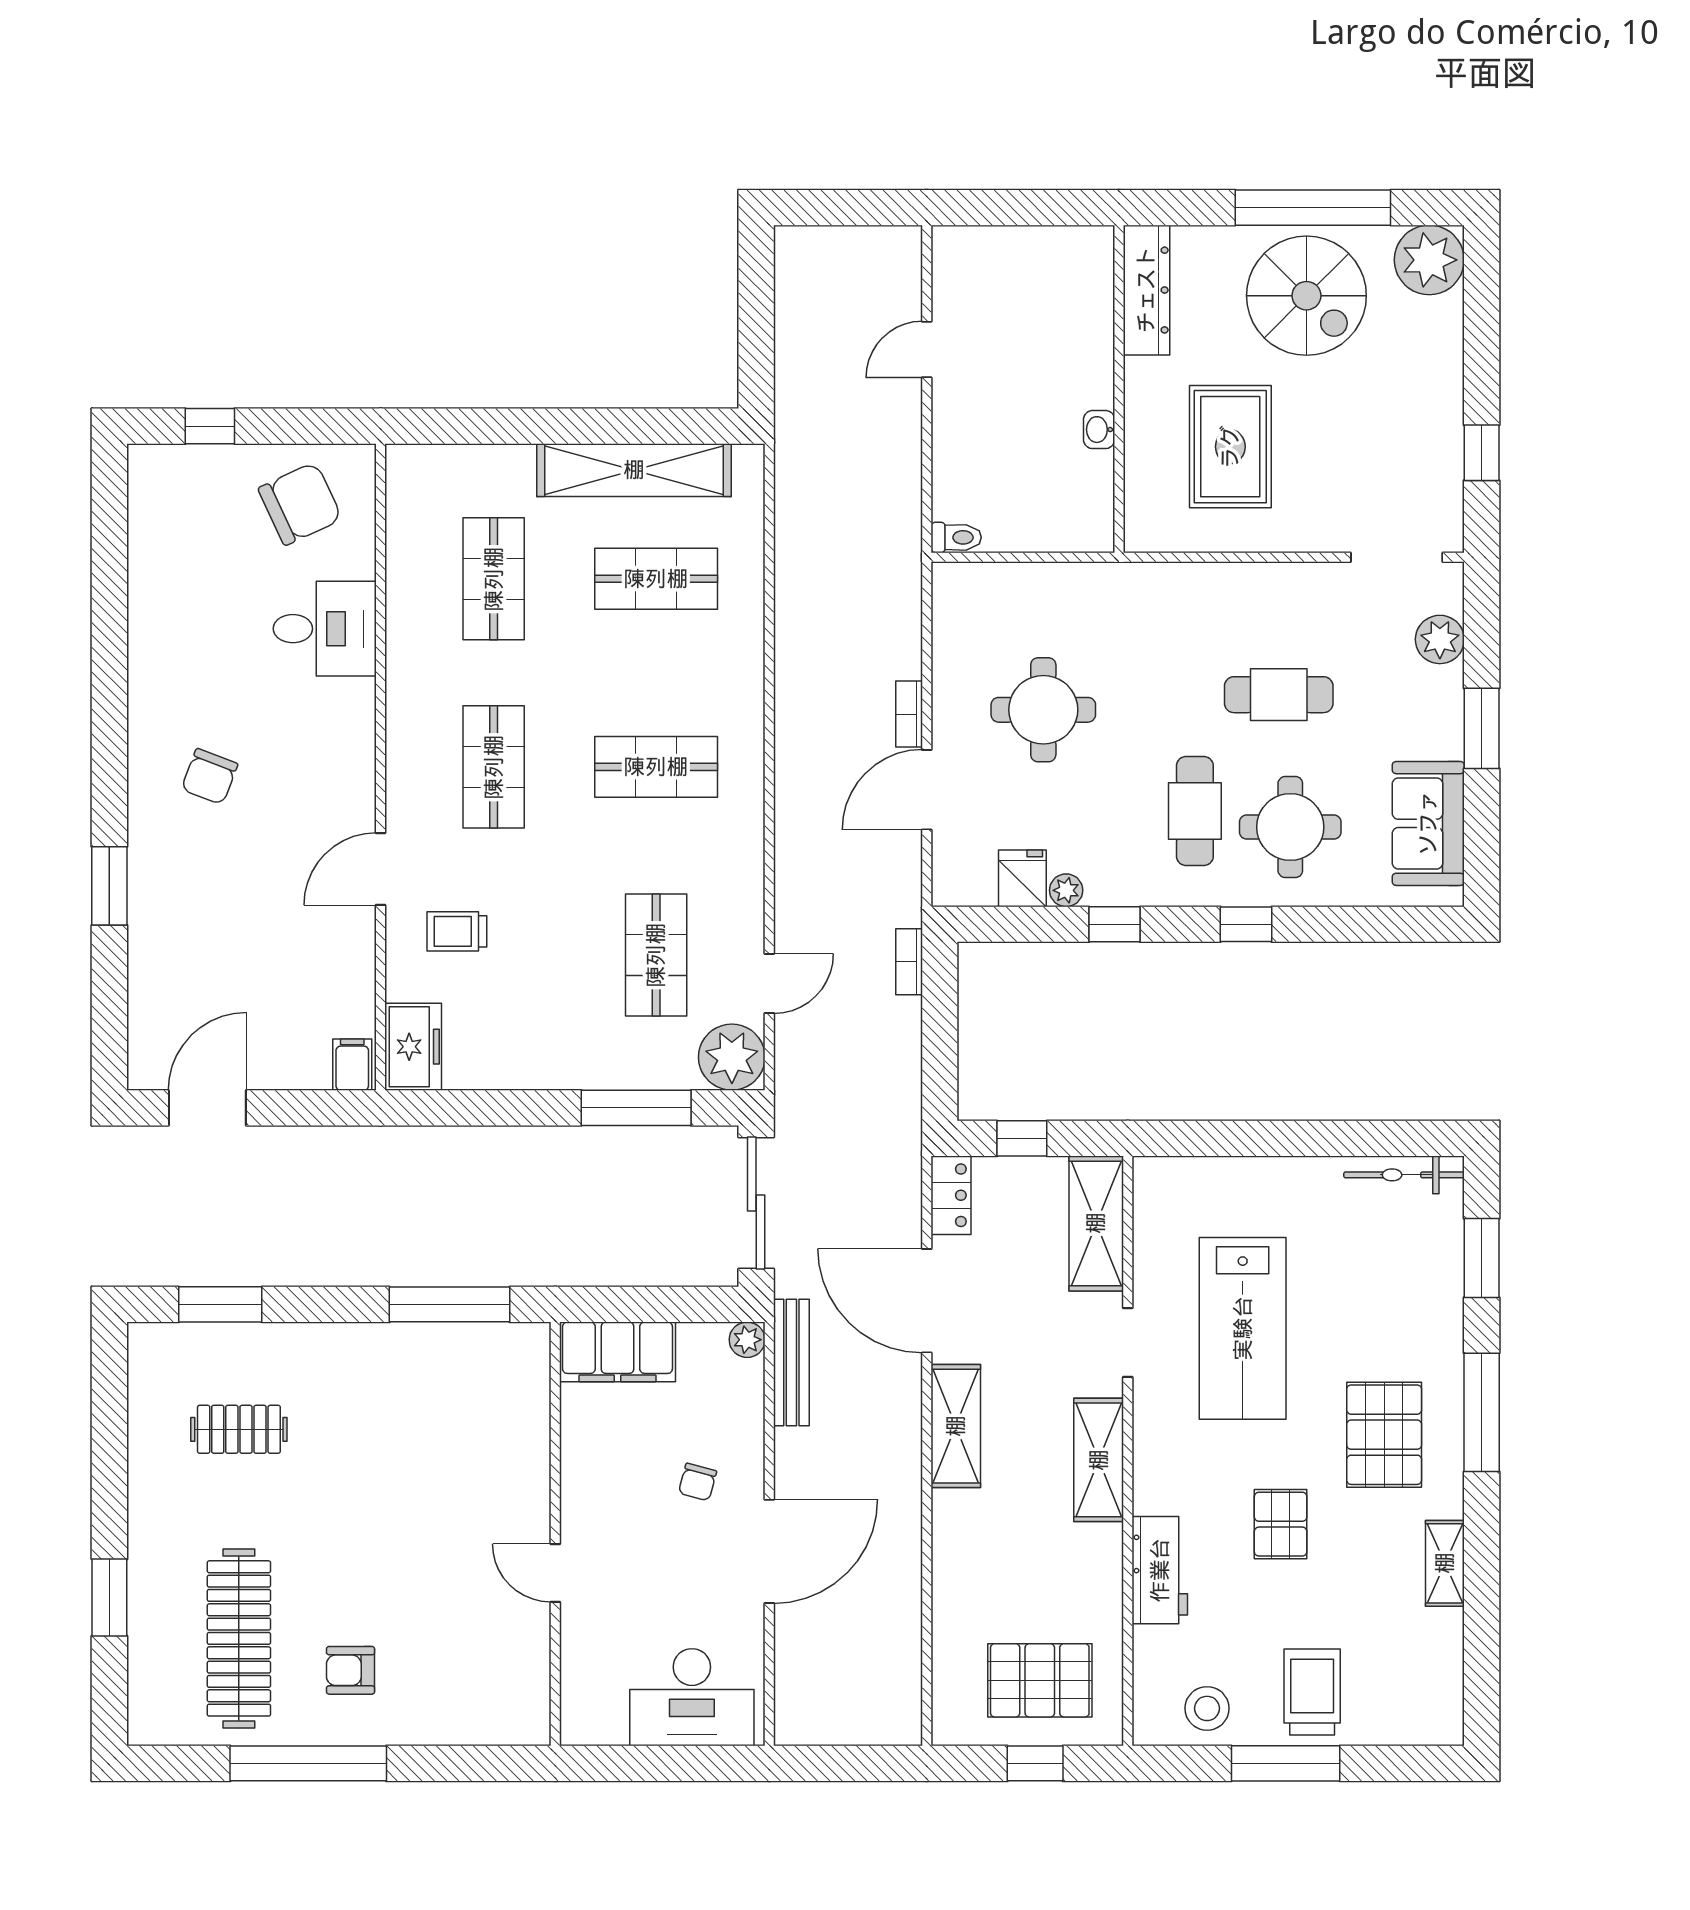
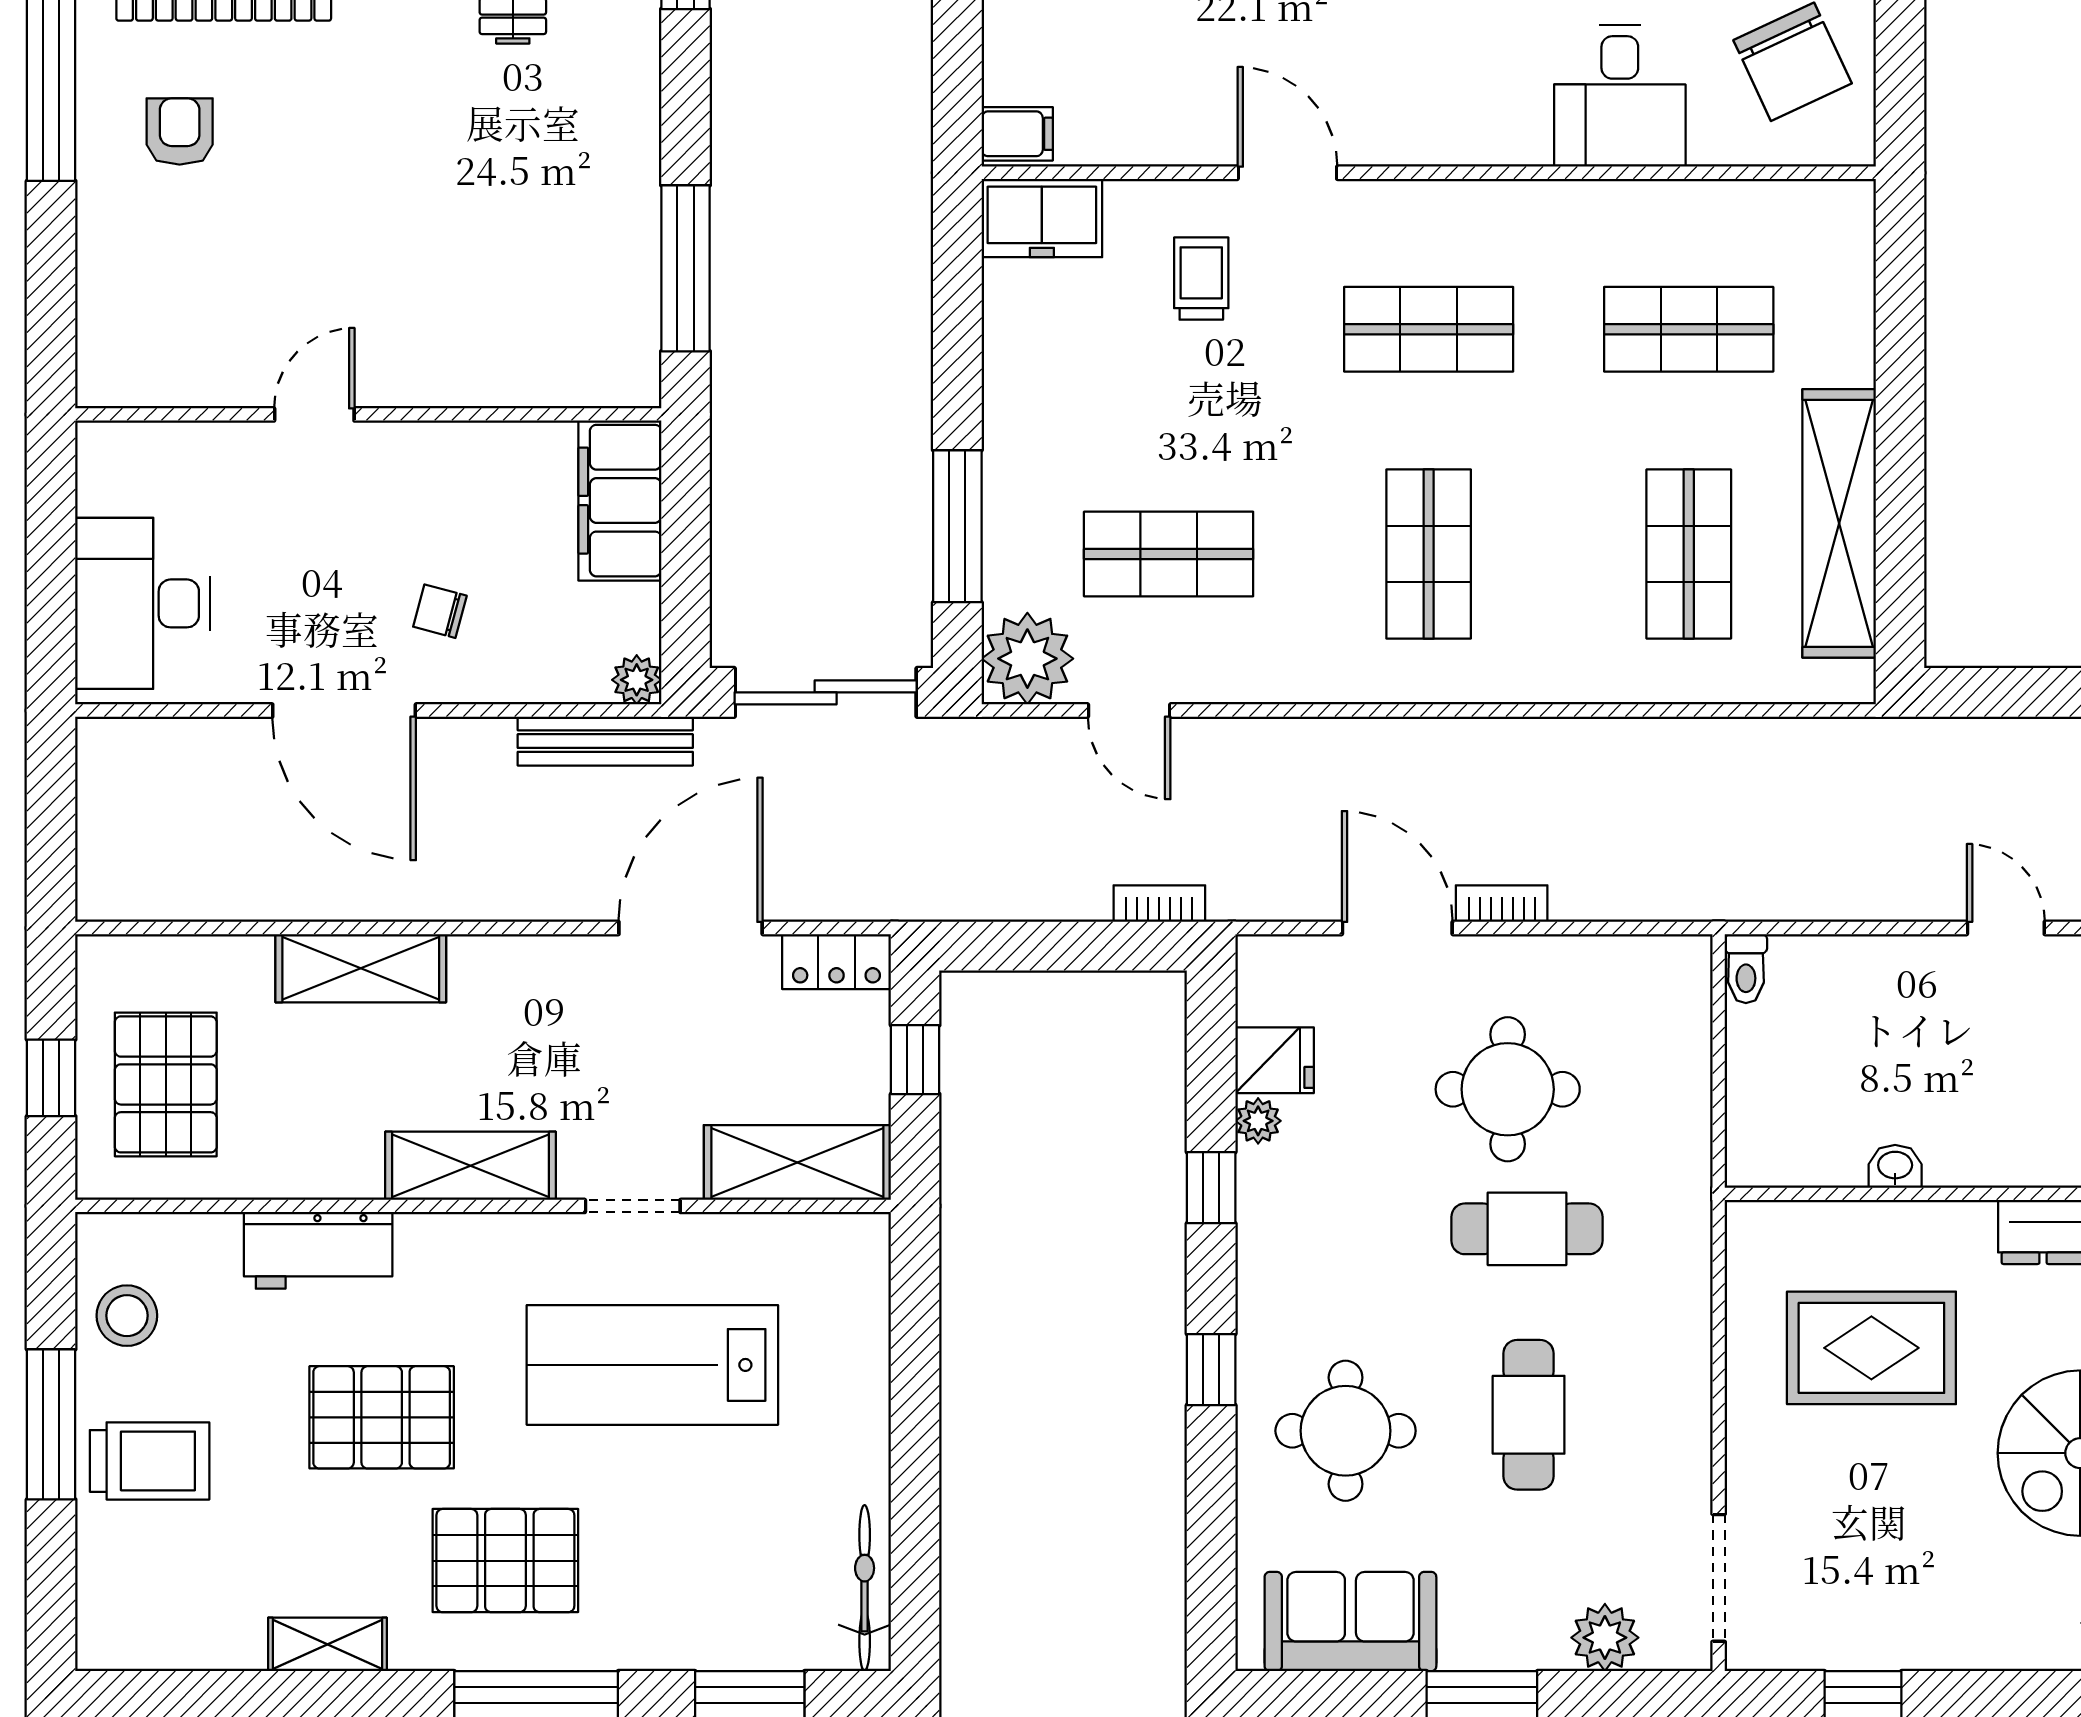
cafe table: (1195, 811) -> (1527, 1229), moved
shelving: (956, 1426) -> (361, 968), moved
pallet: (1281, 1524) -> (382, 1417), width x1.50, depth x1.42

